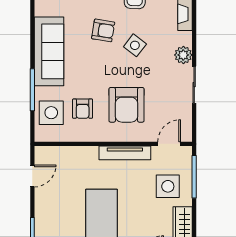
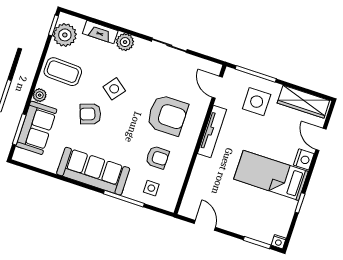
armchair: (103, 30) -> (90, 114), turned -119
plant: (183, 55) -> (125, 42), moved
side table: (51, 113) -> (151, 188), width x0.54, depth x0.54

